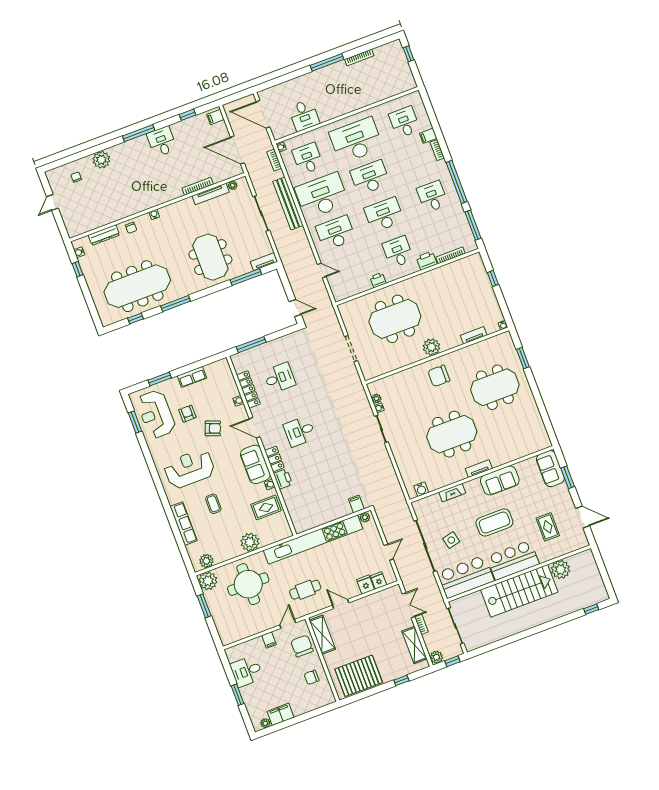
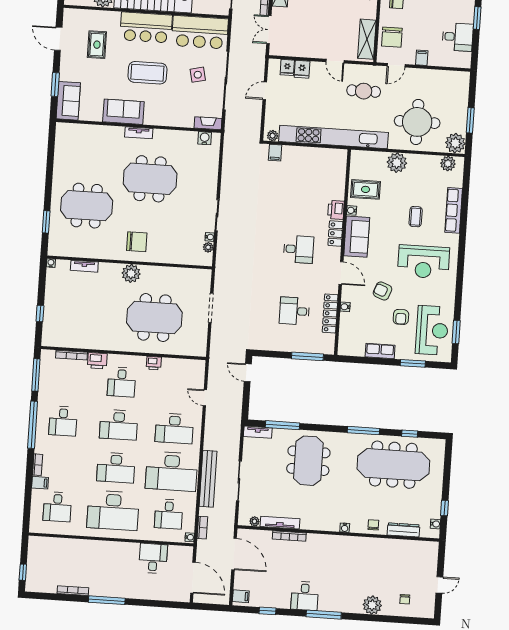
fireplace: (452, 493) -> (208, 123), moved

